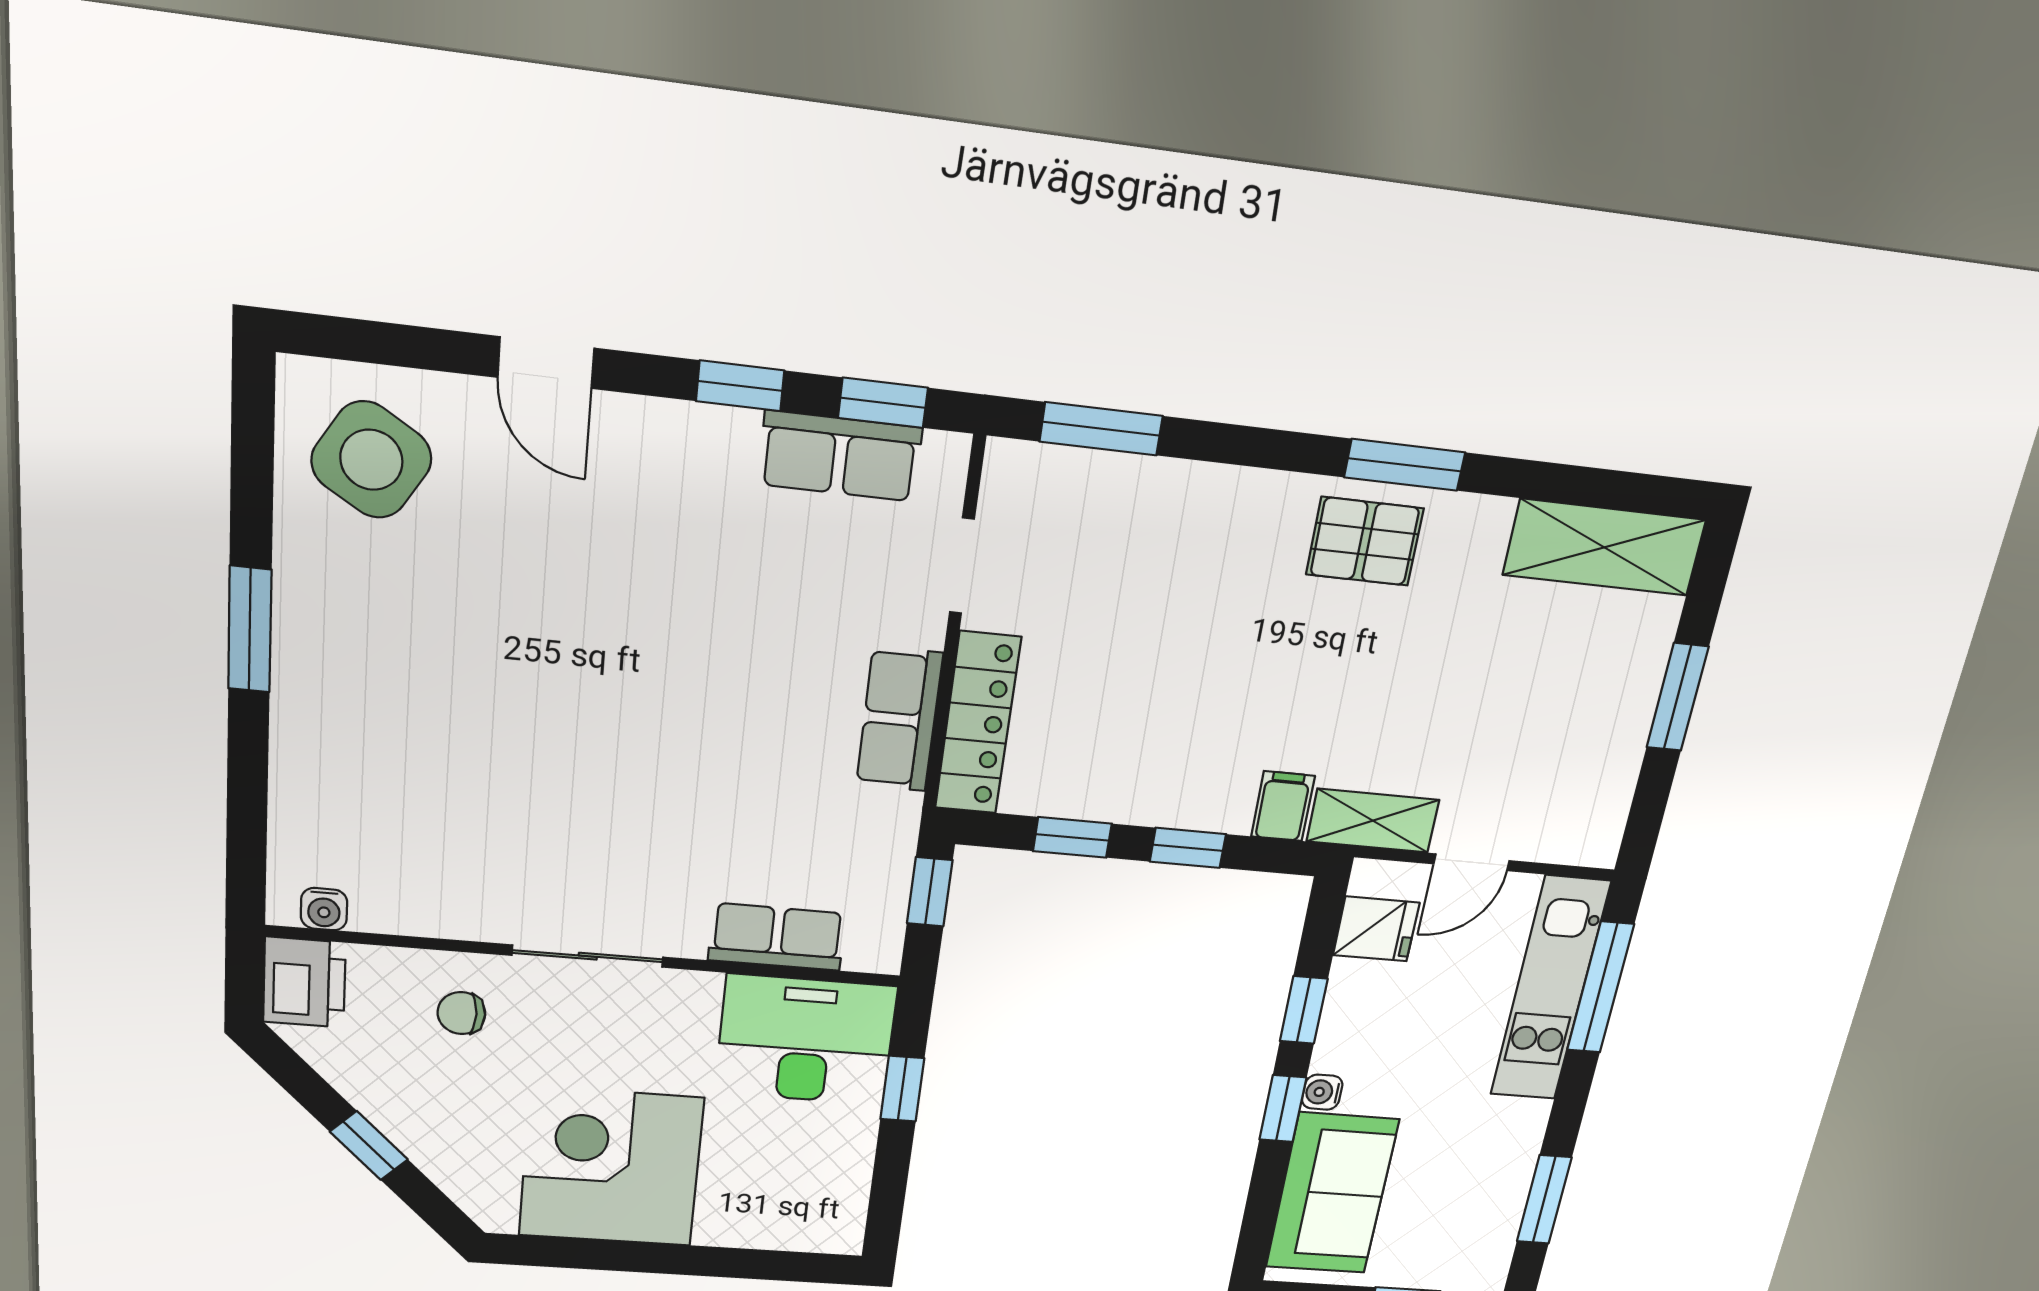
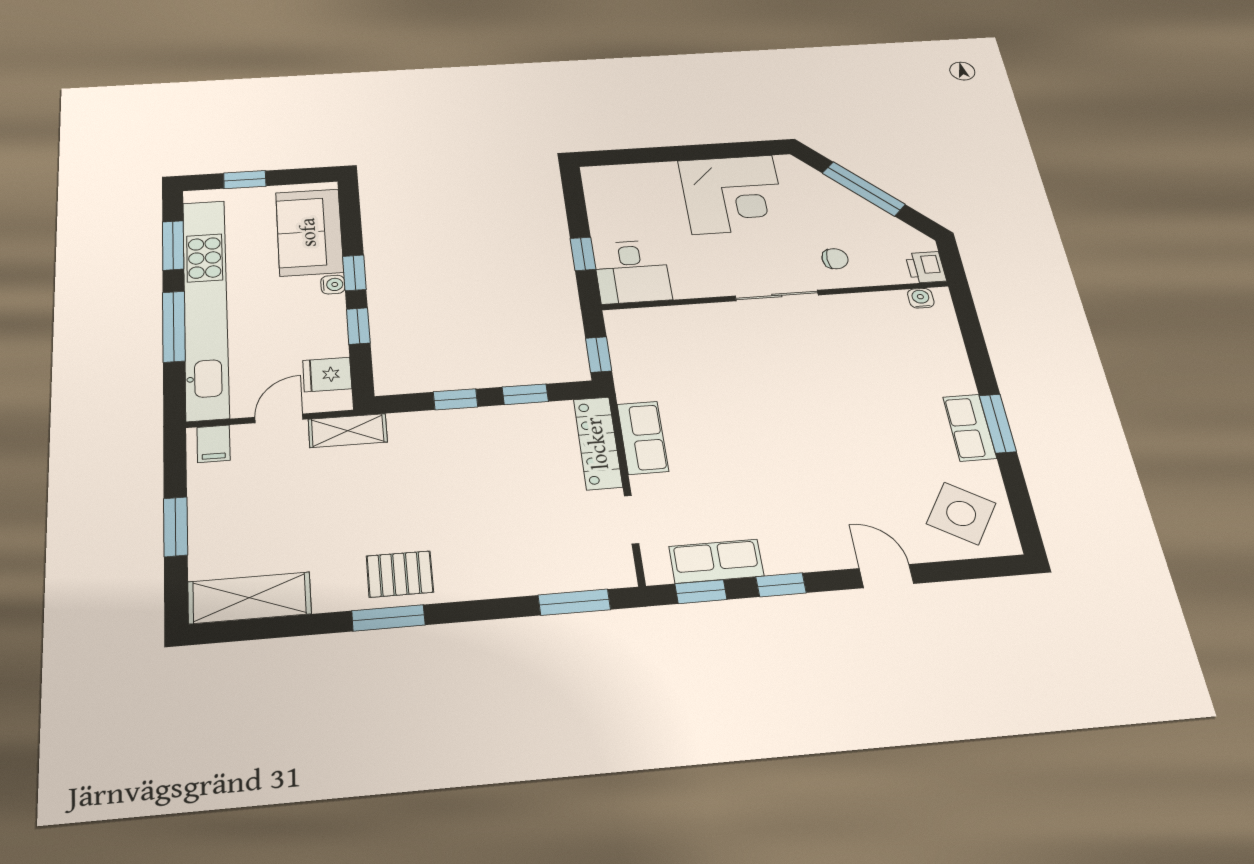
filing cabinet: (1283, 806) -> (213, 444), moved
row of seats: (777, 937) -> (970, 428), moved, turned 90
printer: (304, 982) -> (926, 267), width x0.73, depth x0.81
window: (1600, 987) -> (174, 326), moved
kitchen unit: (1550, 989) -> (206, 307), width x1.86
desk: (806, 1040) -> (632, 272), width x0.73
window: (369, 1146) -> (864, 189), width x2.17

